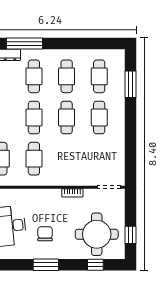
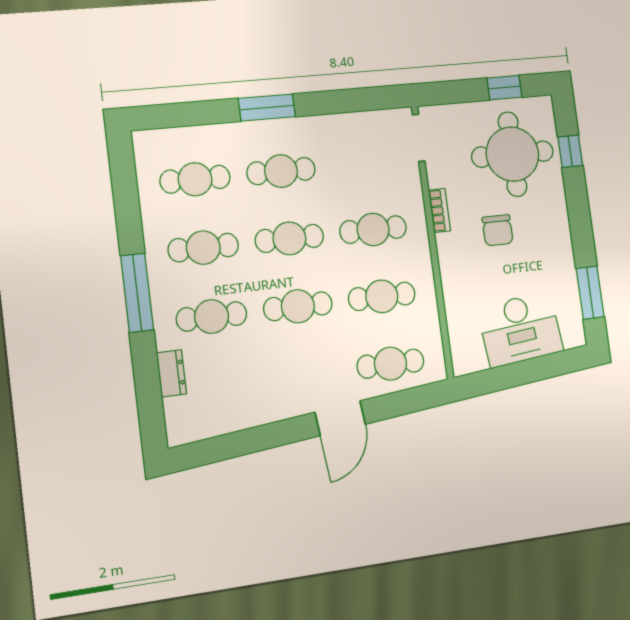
window: (25, 44) -> (137, 293), moved
window: (130, 84) -> (267, 108), moved
cafe table: (67, 159) -> (373, 229), added
chair: (45, 234) -> (498, 230), moved, turned -90
window: (46, 265) -> (590, 293), moved

